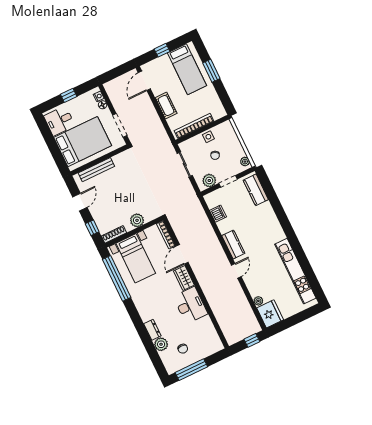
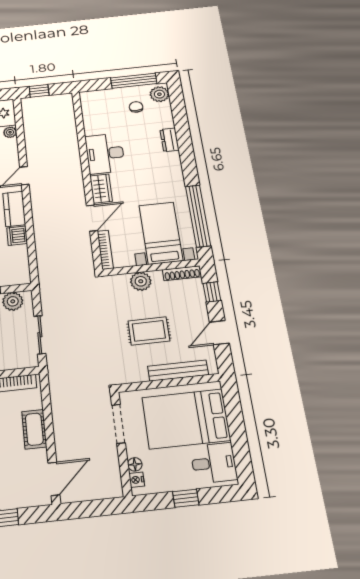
rug: (121, 189) -> (149, 331), added
dishwasher: (218, 214) -> (17, 236), moved
plant: (161, 344) -> (159, 94), moved

